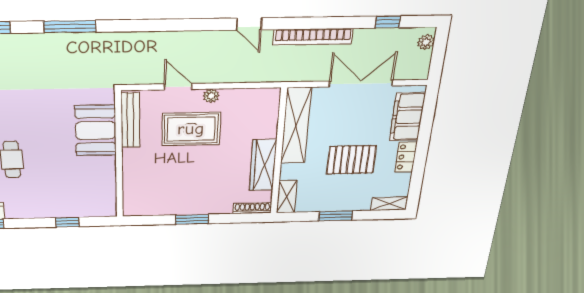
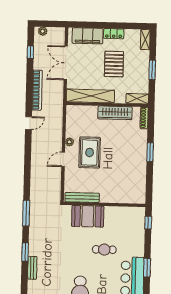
bench: (130, 120) -> (82, 198), moved
booth: (96, 131) -> (88, 216), moved
wall: (119, 156) -> (105, 204), moved

